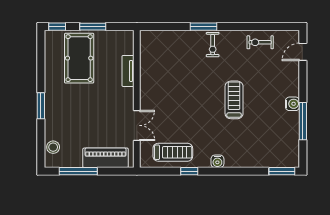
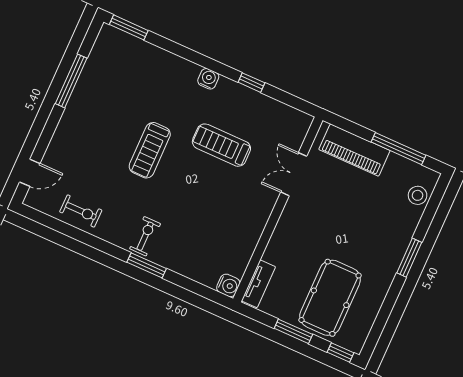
tv unit: (128, 71) -> (258, 284), moved
water cooler: (292, 104) -> (228, 285), moved, turned 180
treadmill: (173, 152) -> (221, 145), moved

